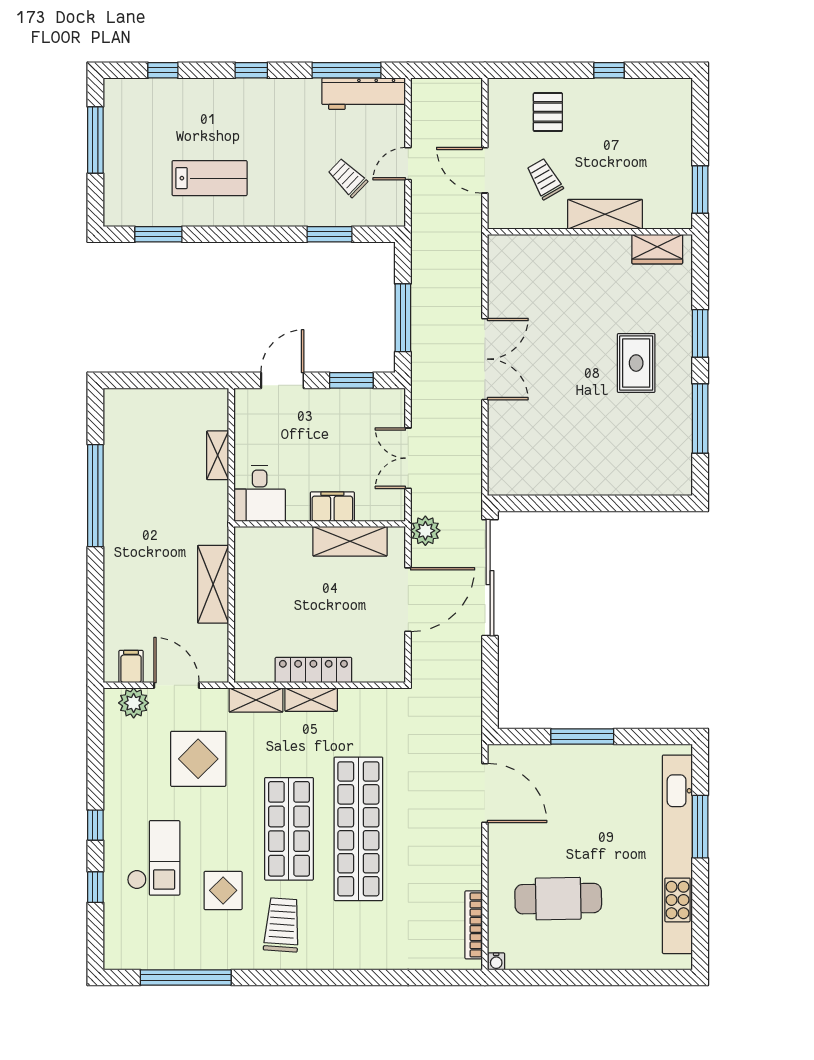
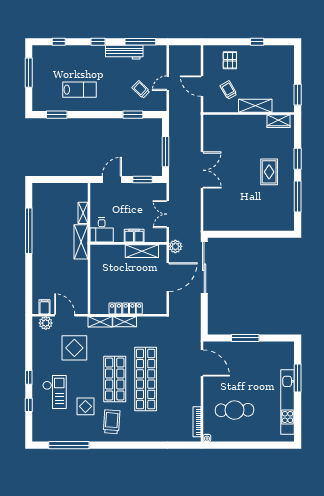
workbench: (364, 94) -> (124, 52), moved
shelving: (213, 584) -> (81, 242), moved
kitchen unit: (677, 854) -> (288, 402), width x0.73

